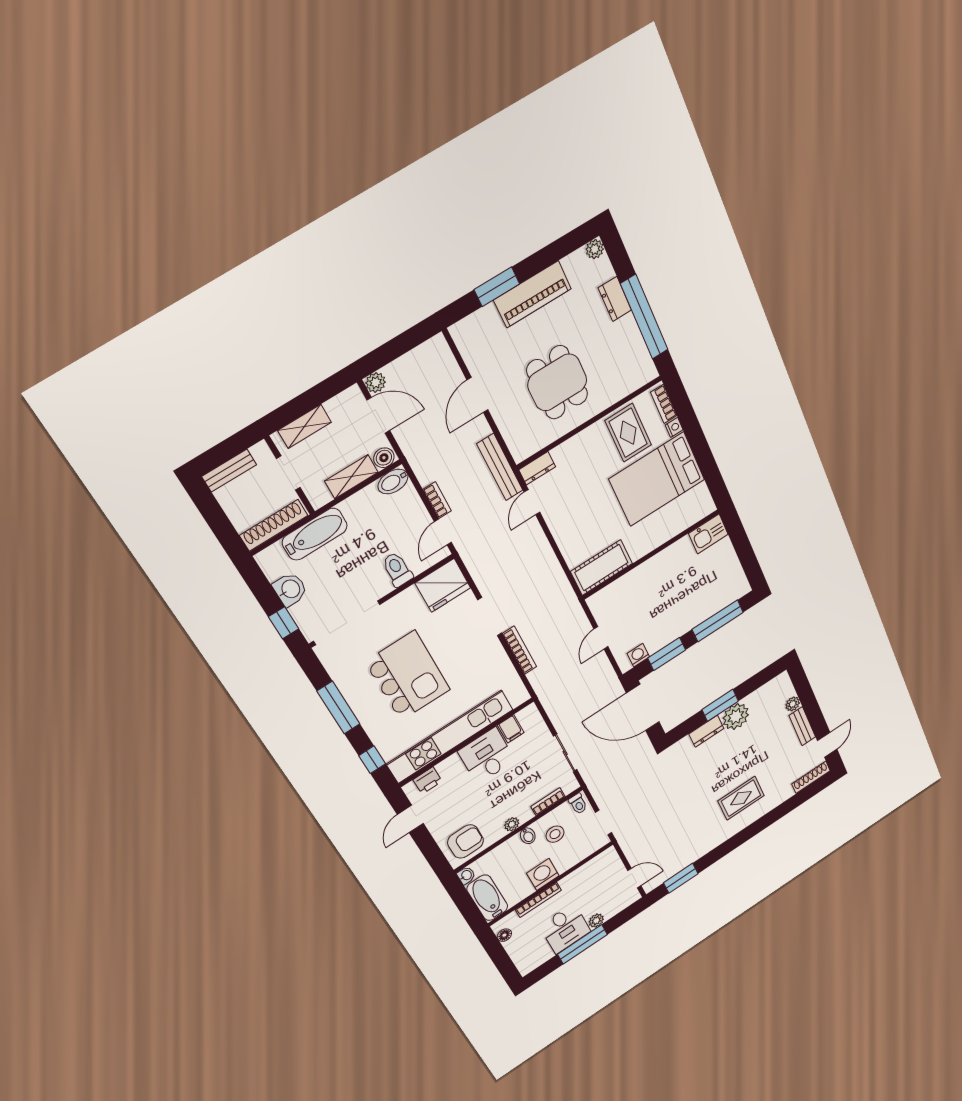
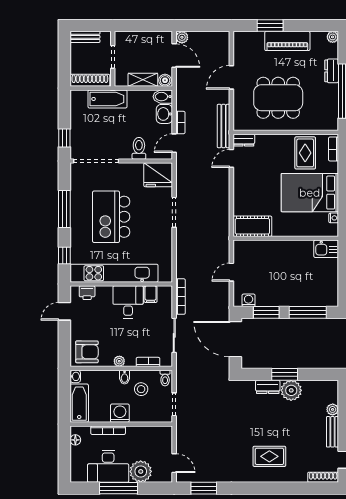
dining table: (557, 382) -> (278, 98), width x1.38
shelving: (305, 426) -> (134, 38), removed
nightstand: (674, 427) -> (334, 218), moved
washbasin: (290, 589) -> (164, 114), moved, turned 180
bookcase: (519, 650) -> (181, 297), moved
kitchen island: (408, 676) -> (111, 217), turned 180
plant: (596, 921) -> (141, 471), width x1.87, depth x1.87
desk: (565, 929) -> (108, 466), width x1.37

